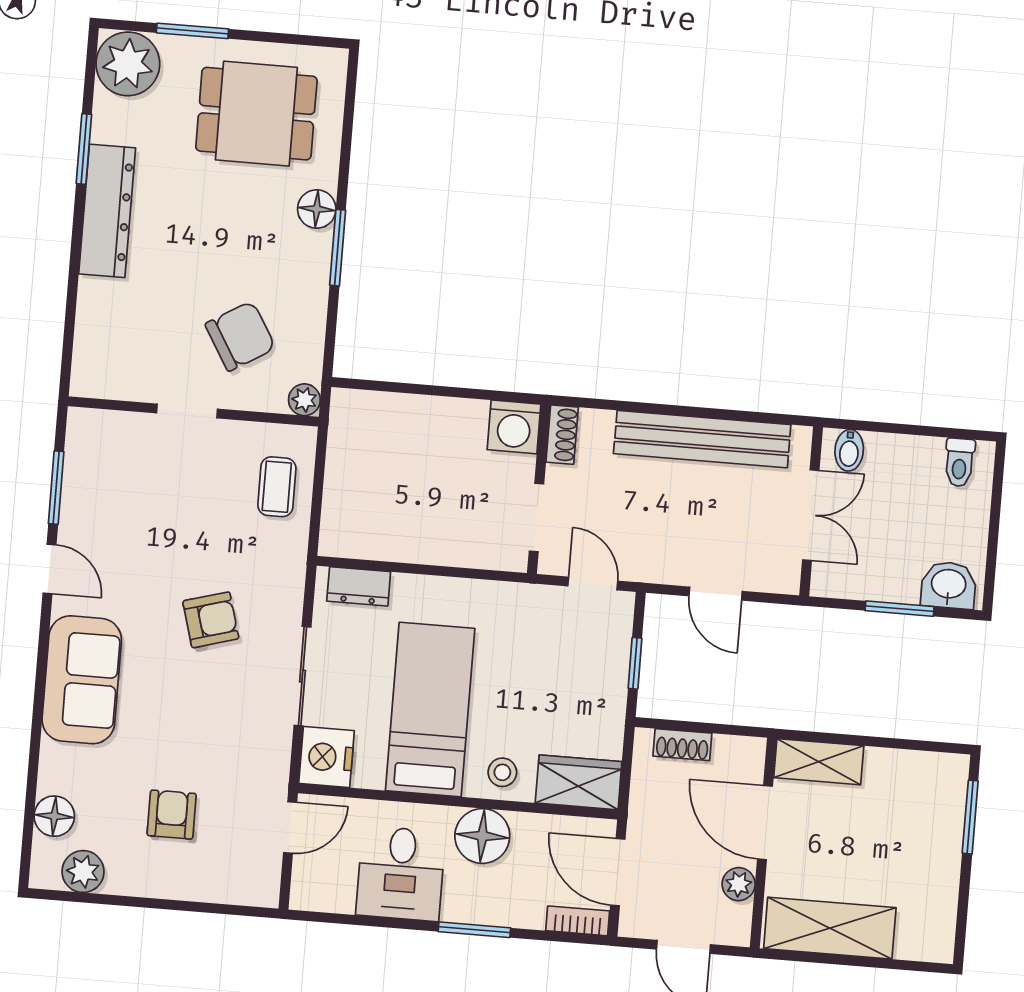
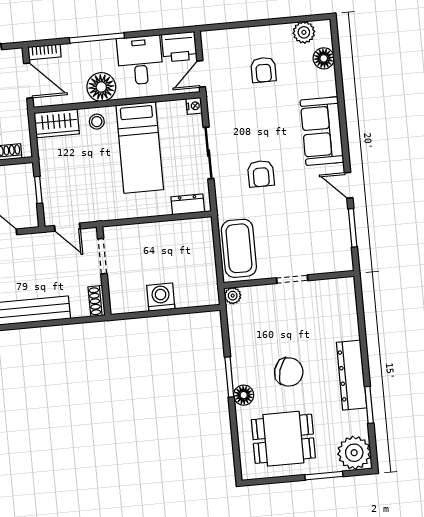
chair: (240, 336) -> (289, 372), moved, turned -132
washing machine: (514, 427) -> (161, 297), moved
coffee table: (277, 487) -> (239, 248), width x1.86, depth x1.72
armchair: (211, 620) -> (261, 174), turned -74
nightstand: (327, 757) -> (194, 106), width x0.53, depth x0.56
printer: (322, 886) -> (179, 47), added
window: (474, 930) -> (97, 38), width x1.44

